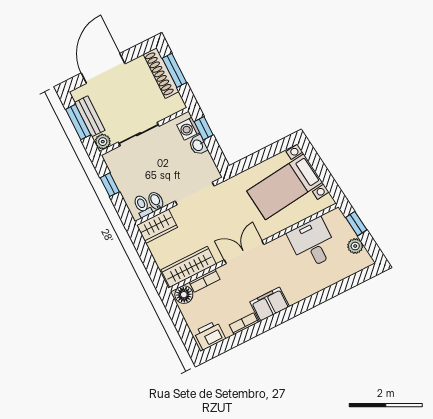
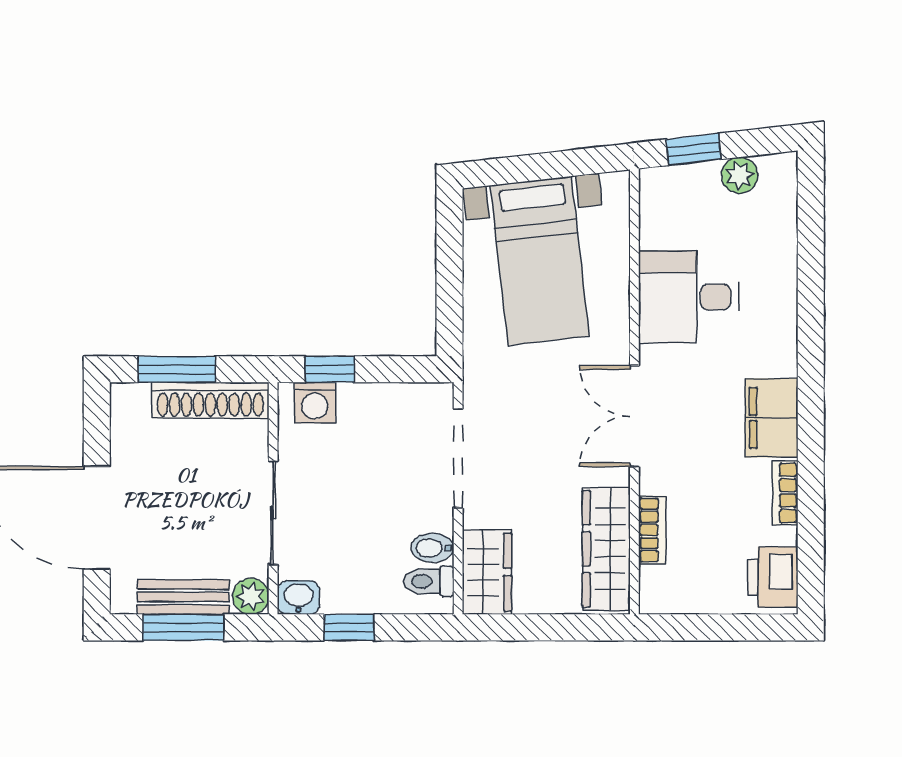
shoe rack: (161, 73) -> (210, 400), moved
washbasin: (198, 145) -> (298, 598), moved, turned 180
desk: (313, 243) -> (689, 297), moved
floor lamp: (184, 295) -> (660, 588), removed

